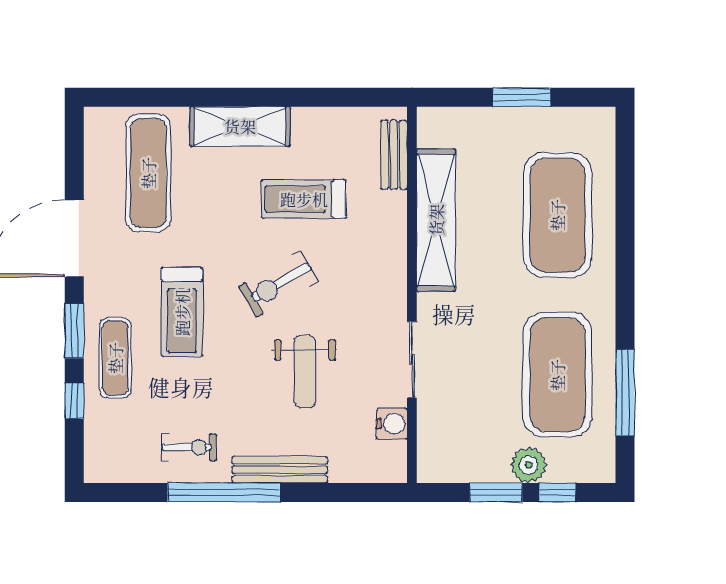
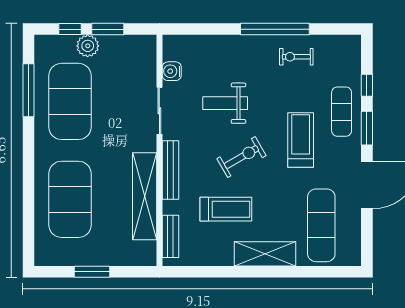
weight bench: (305, 372) -> (225, 103), turned -90
bench: (280, 470) -> (171, 170), moved, turned 90

